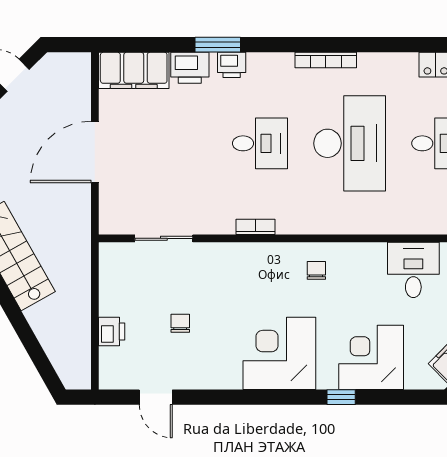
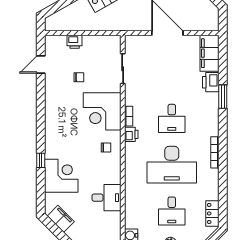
printer: (232, 65) -> (131, 134), moved, turned 180
corner desk: (279, 353) -> (102, 111), moved, turned 180

